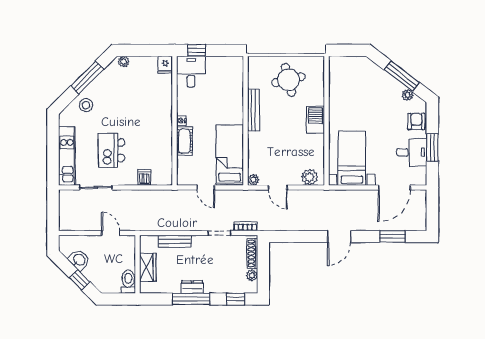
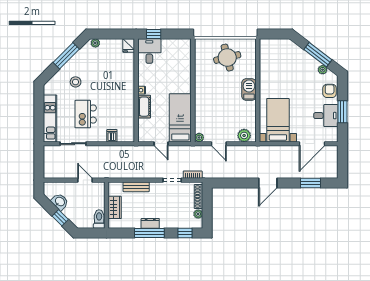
stool: (86, 105) -> (76, 82), moved
bench: (253, 110) -> (199, 82), removed

